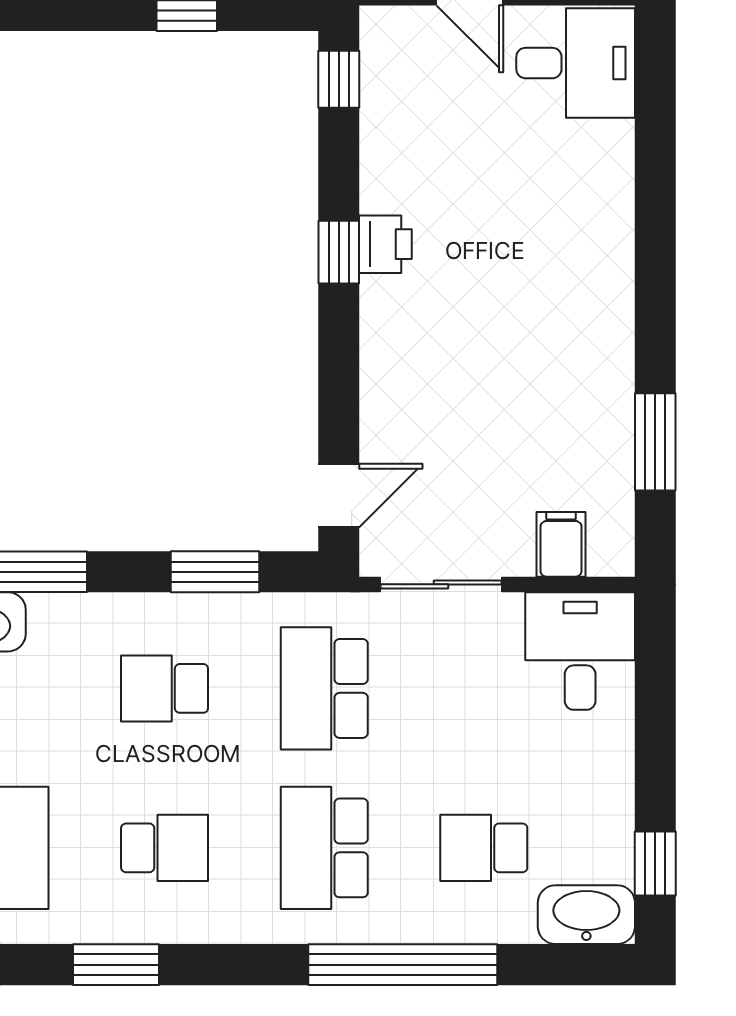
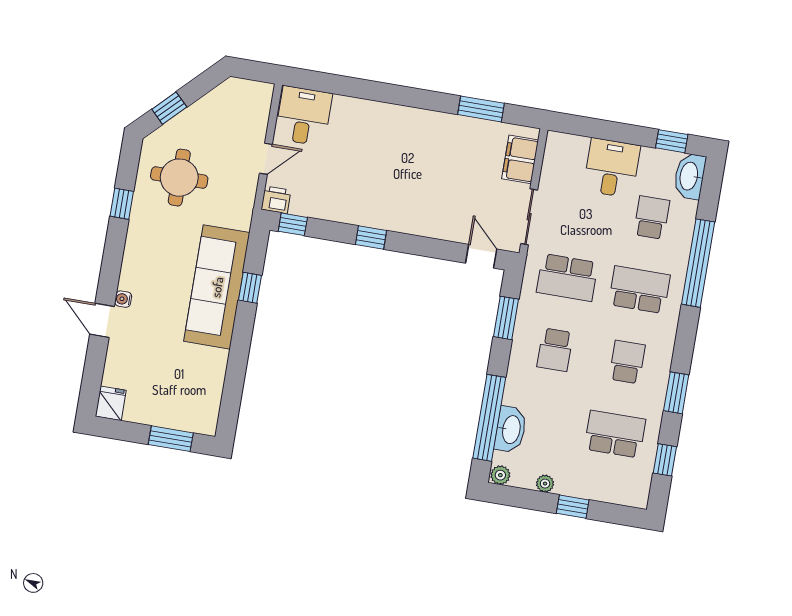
printer: (385, 244) -> (276, 200), moved
filing cabinet: (561, 544) -> (520, 159), width x2.00
desk: (580, 651) -> (612, 168), moved, turned 90
school desk: (324, 848) -> (639, 290), turned 180
school desk: (484, 848) -> (652, 218), turned 180

